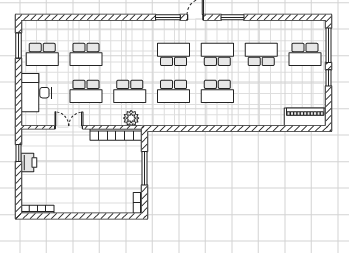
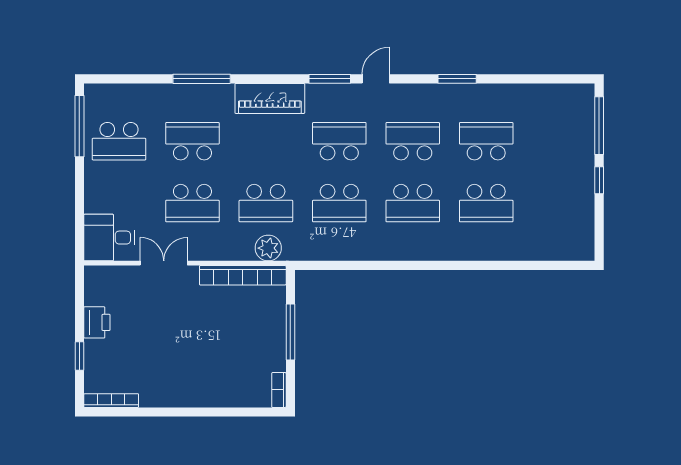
window: (91, 17) -> (202, 79), added
window: (233, 17) -> (457, 79), moved
window: (19, 46) -> (79, 126), width x1.44
school desk: (86, 54) -> (192, 141), turned 180
school desk: (305, 54) -> (486, 203), moved
desk: (36, 93) -> (109, 238), moved, width x0.73
piano: (305, 117) -> (270, 98), moved, turned 180
window: (19, 153) -> (79, 356), moved

